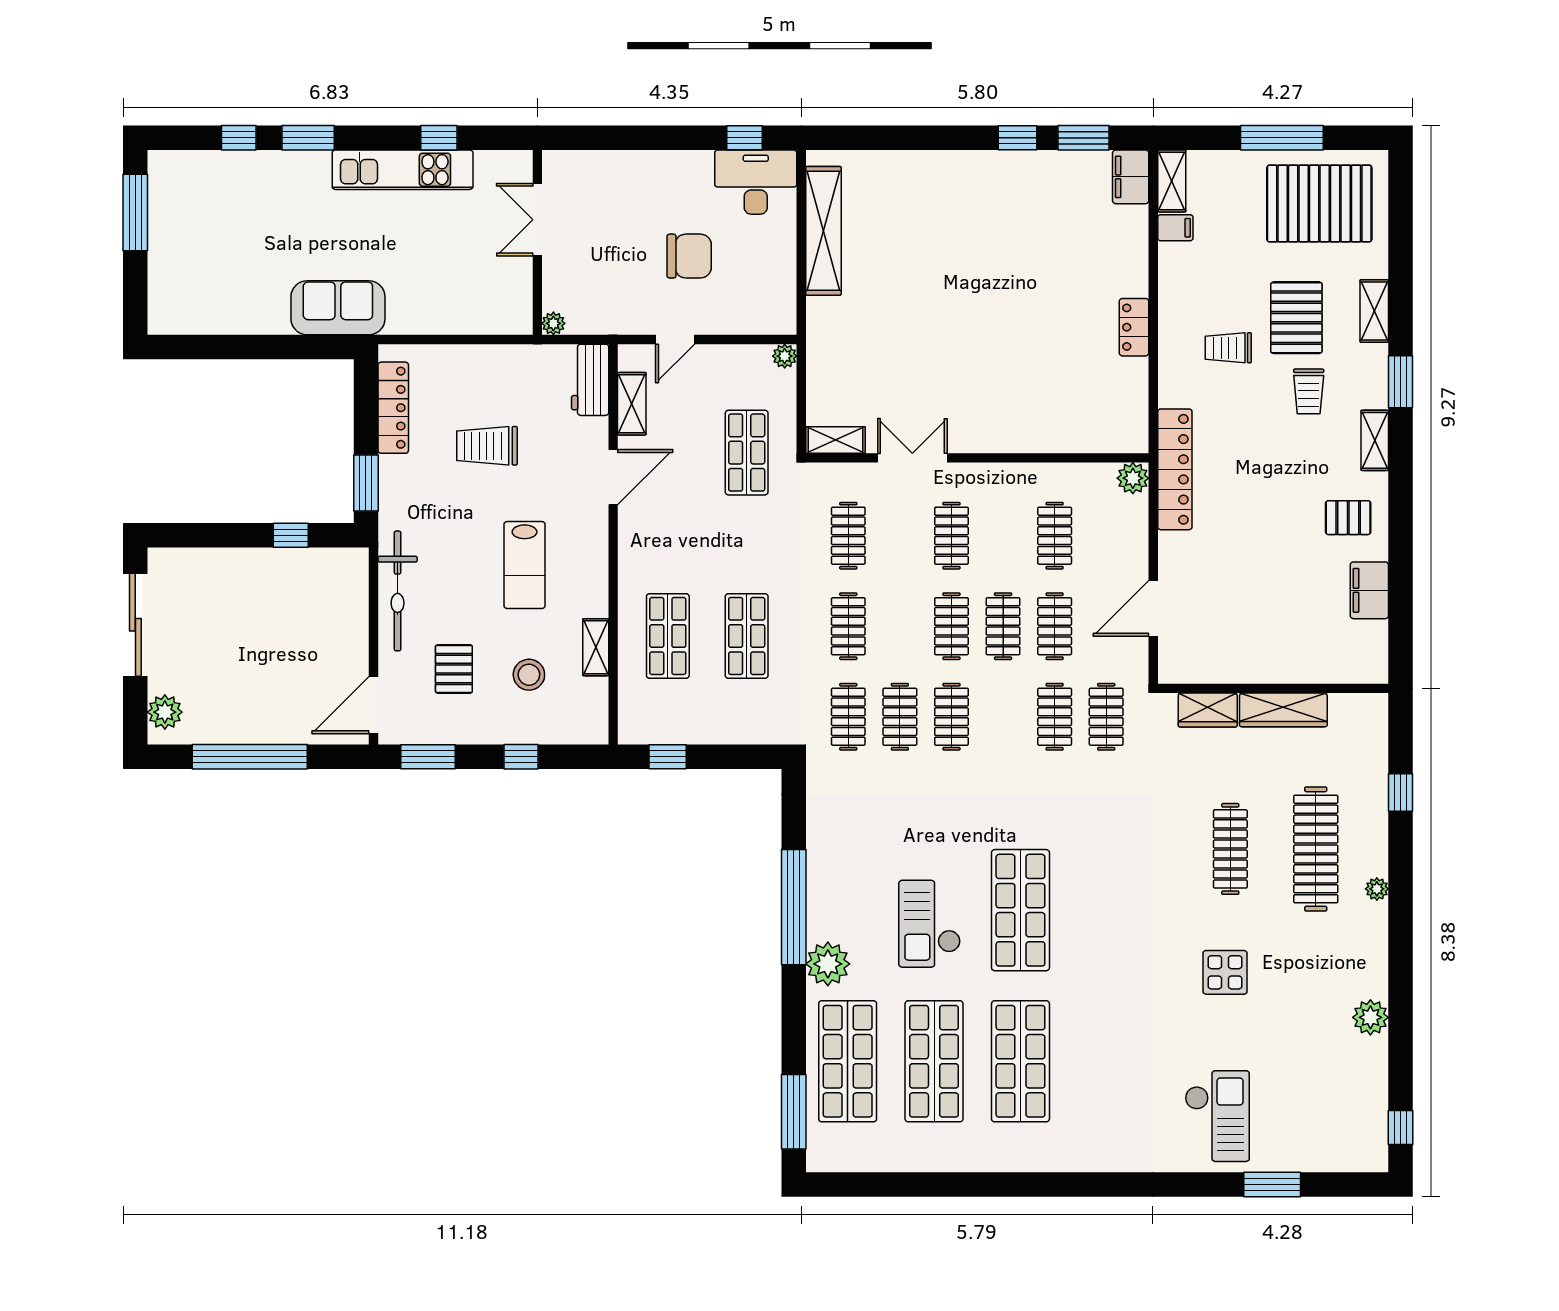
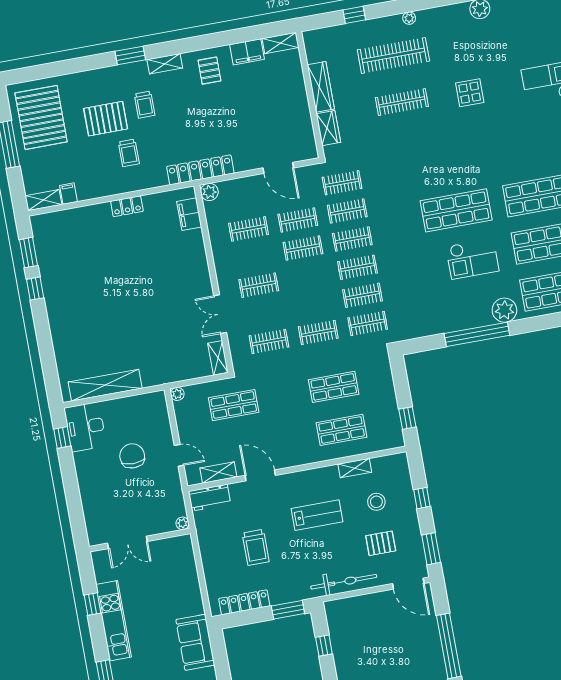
filing cabinet: (1131, 177) -> (189, 214), moved, turned 90
shelving: (1374, 311) -> (280, 43), moved
trolley: (1309, 391) -> (145, 105), turned 90
clothes rail: (951, 626) -> (352, 239), moved

